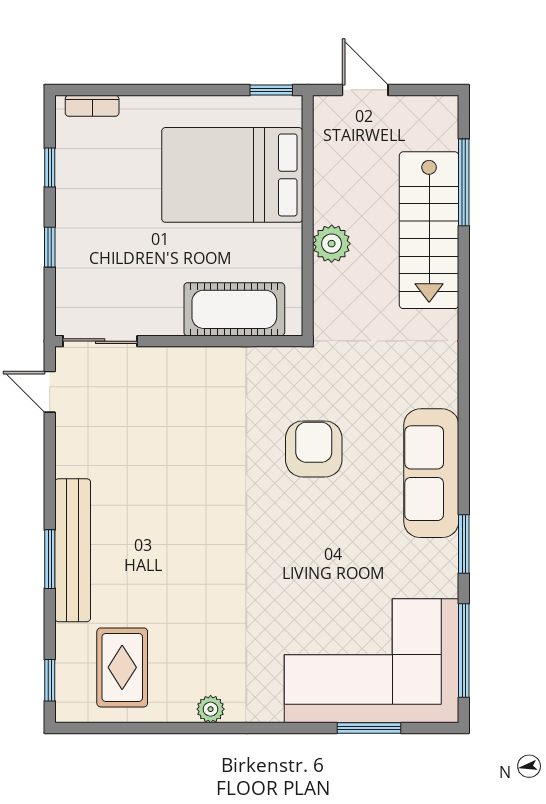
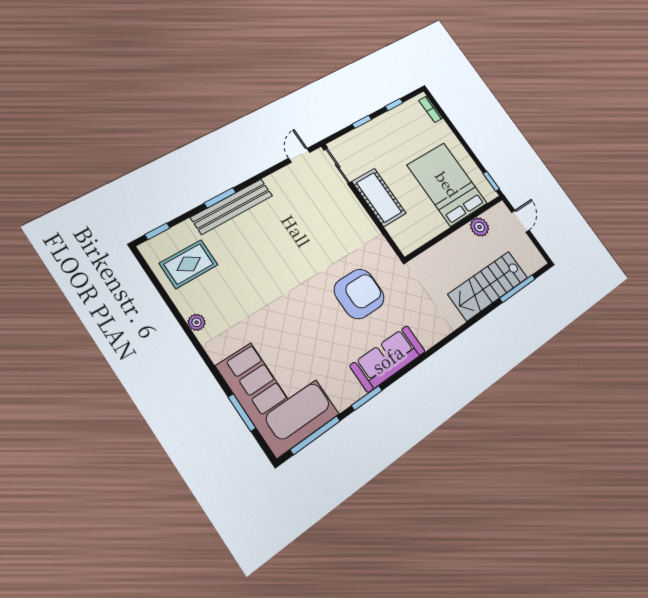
plant: (332, 244) -> (480, 227), moved
cot: (234, 309) -> (379, 197), moved
armchair: (314, 449) -> (359, 294), width x1.36, depth x1.36

